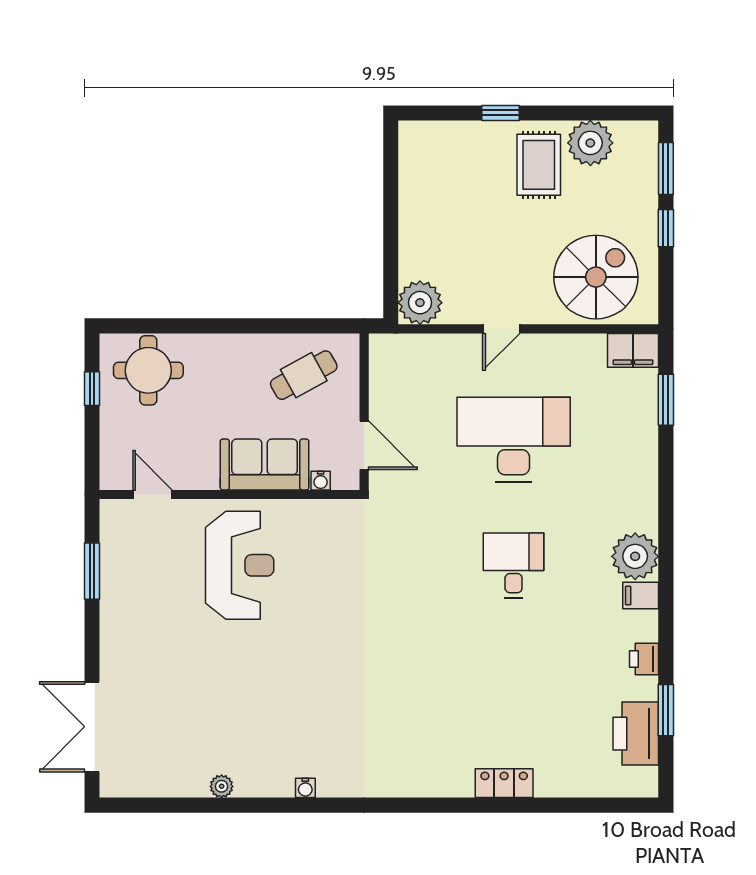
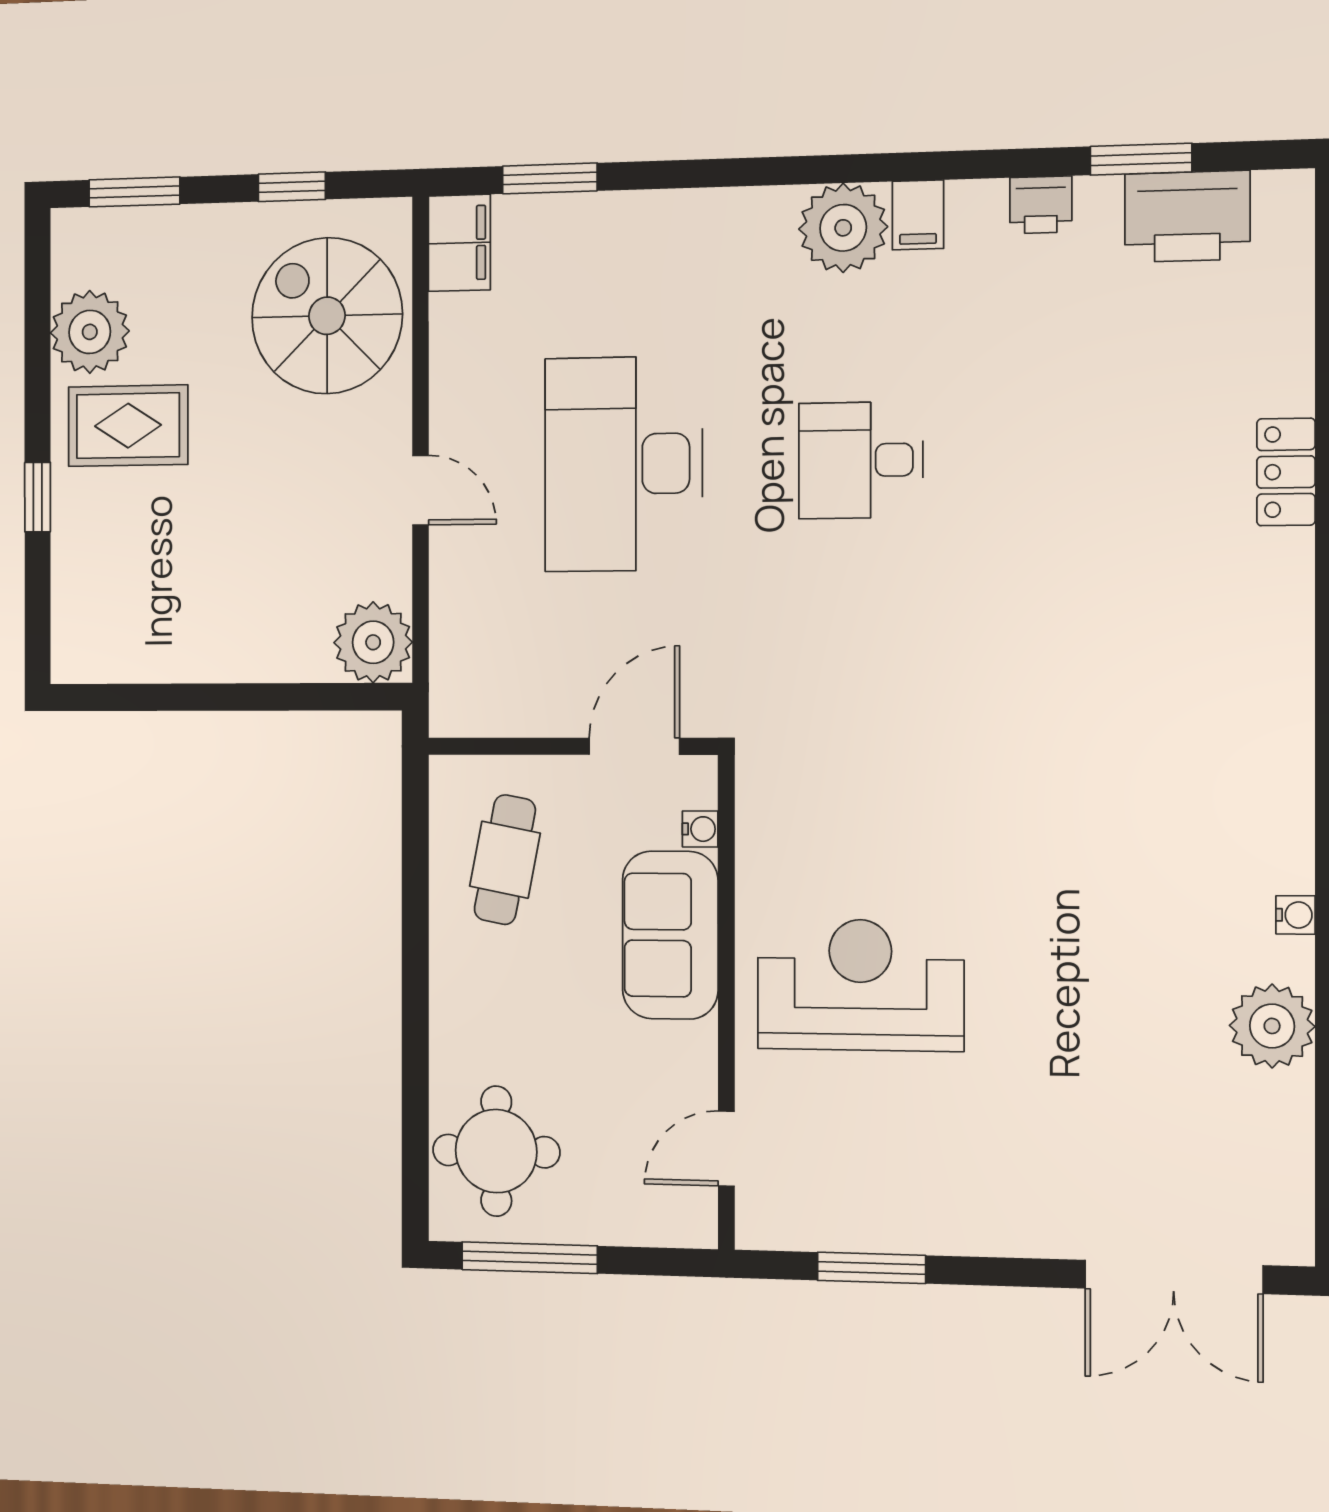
window: (666, 228) -> (292, 187), moved
cafe table: (304, 375) -> (505, 860), turned 40
window: (92, 389) -> (530, 1258), width x2.17
plant: (222, 786) -> (1272, 1026), width x1.87, depth x1.87
water cooler: (305, 788) -> (1295, 915), moved

